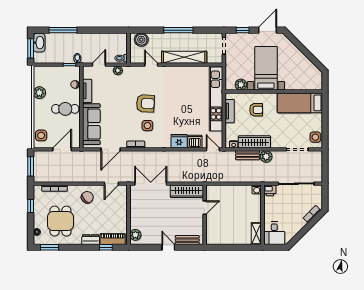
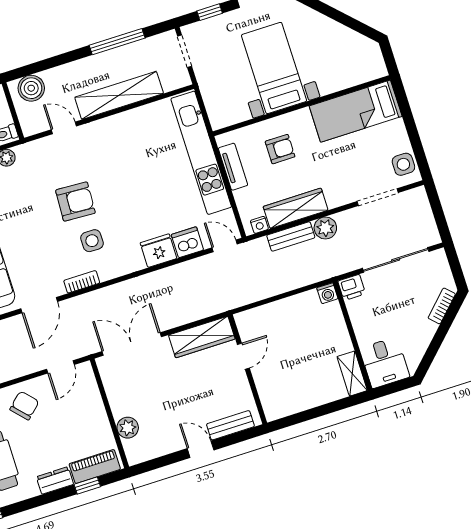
window: (178, 30) -> (117, 42), moved
plant: (241, 85) -> (238, 112), removed
plant: (135, 235) -> (128, 428), moved

